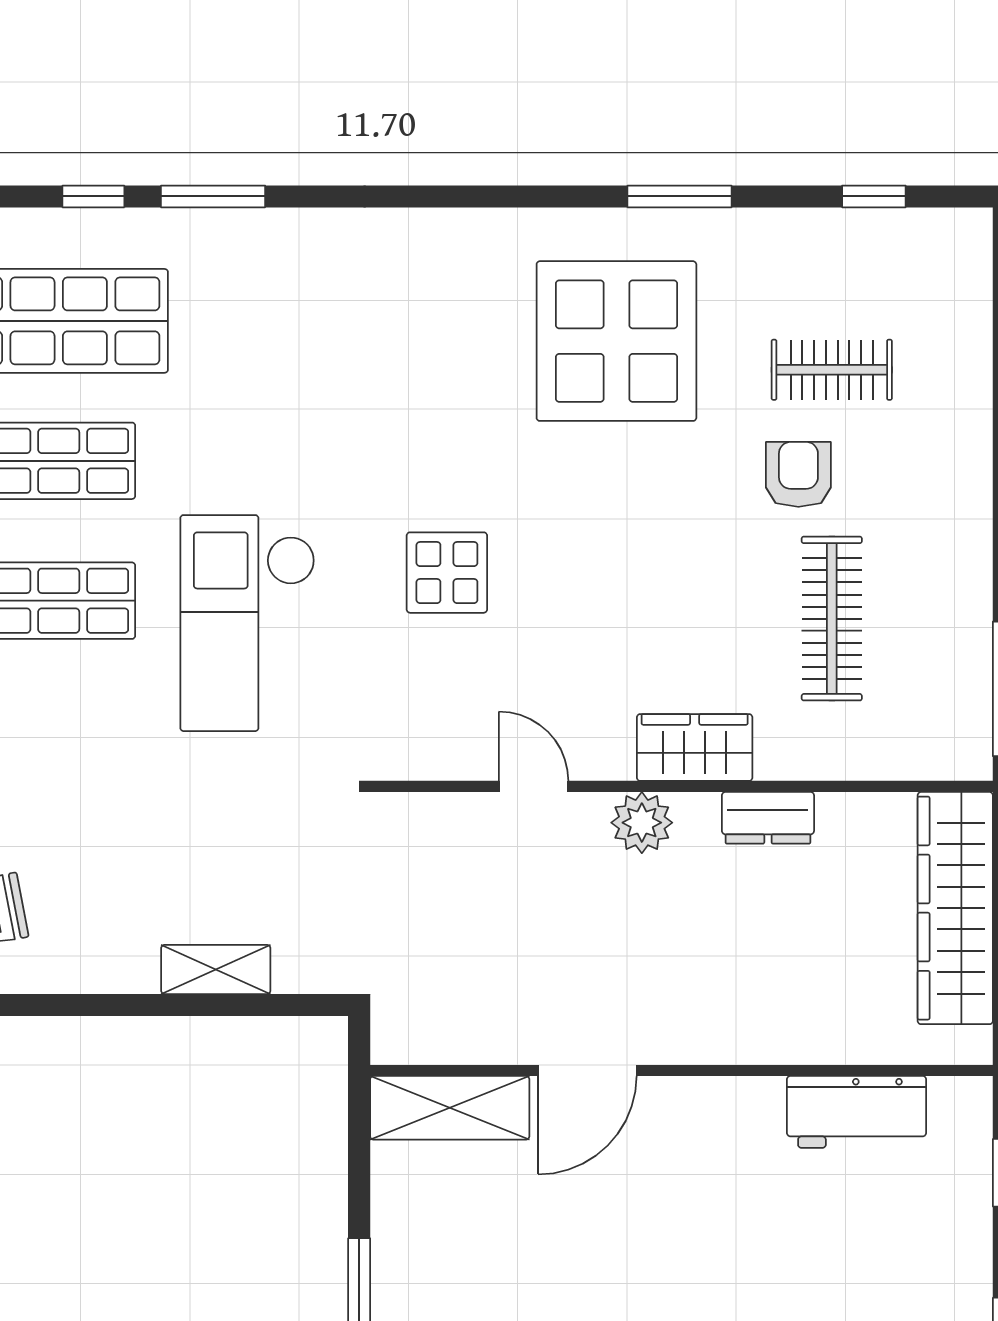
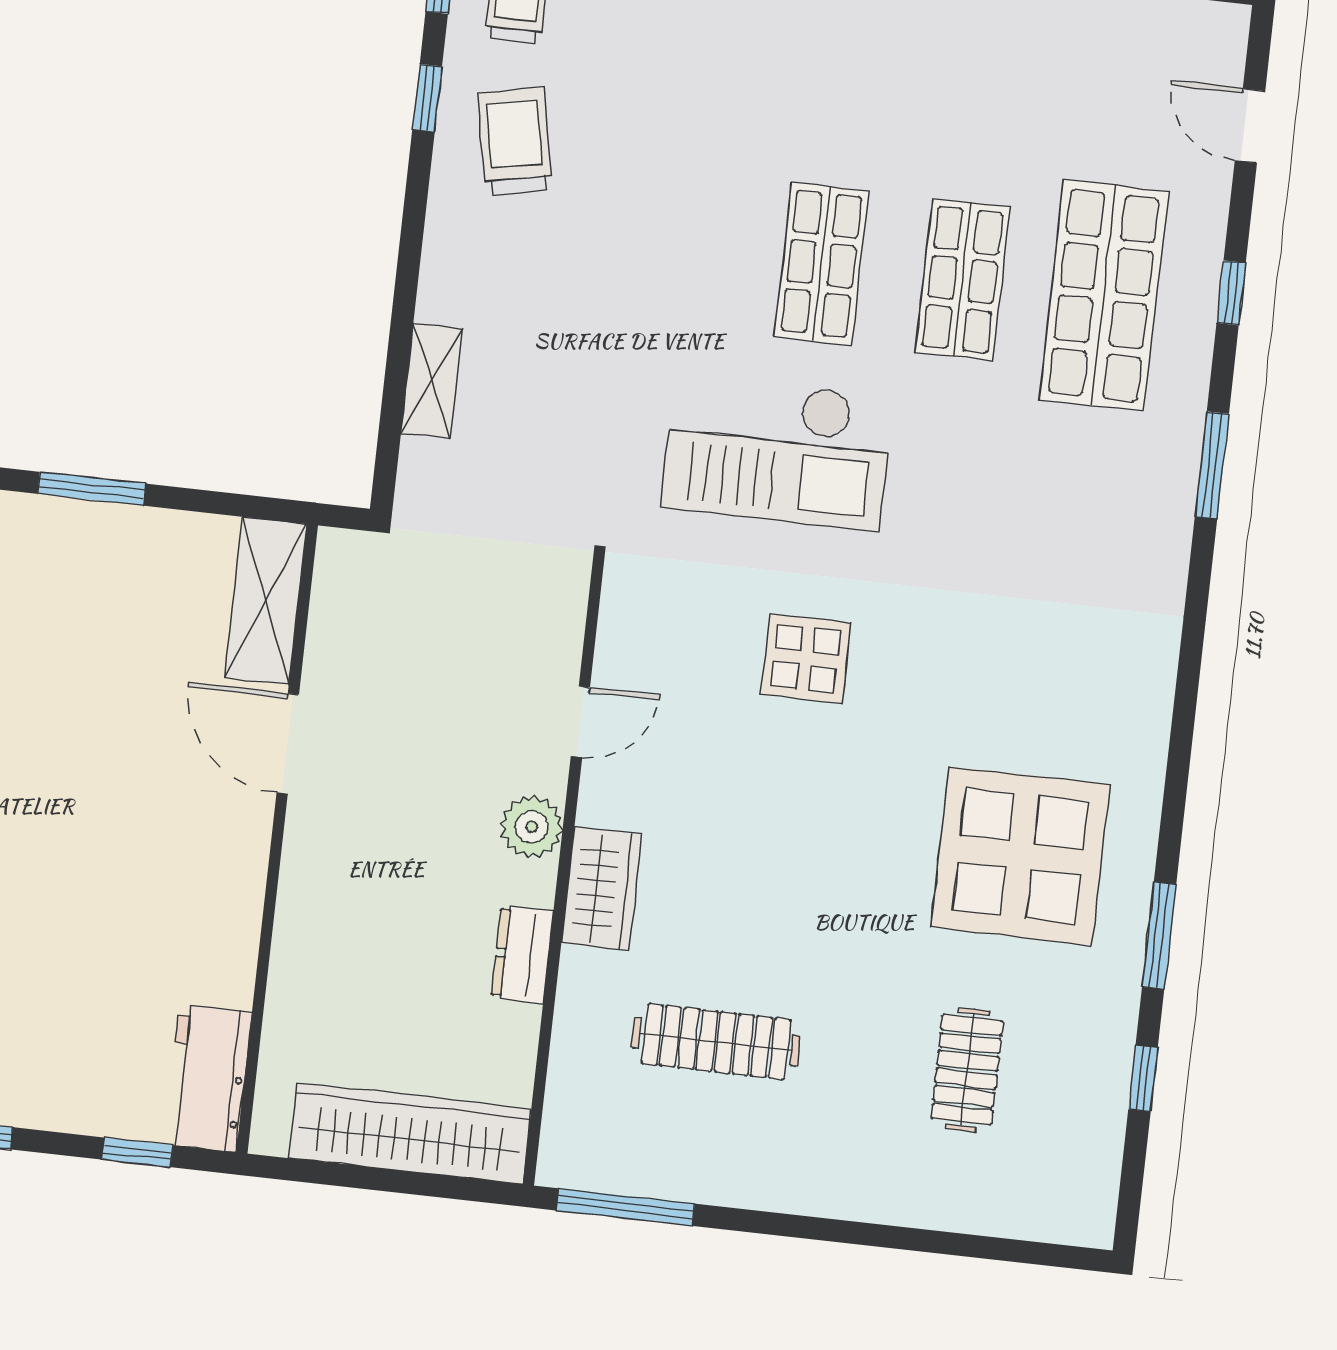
window: (93, 196) -> (1231, 293), moved
window: (874, 196) -> (1143, 1078), moved
armchair: (798, 474) -> (865, 1024), removed
checkout: (248, 623) -> (778, 452), turned 180
workbench: (857, 1112) -> (208, 1078), moved

